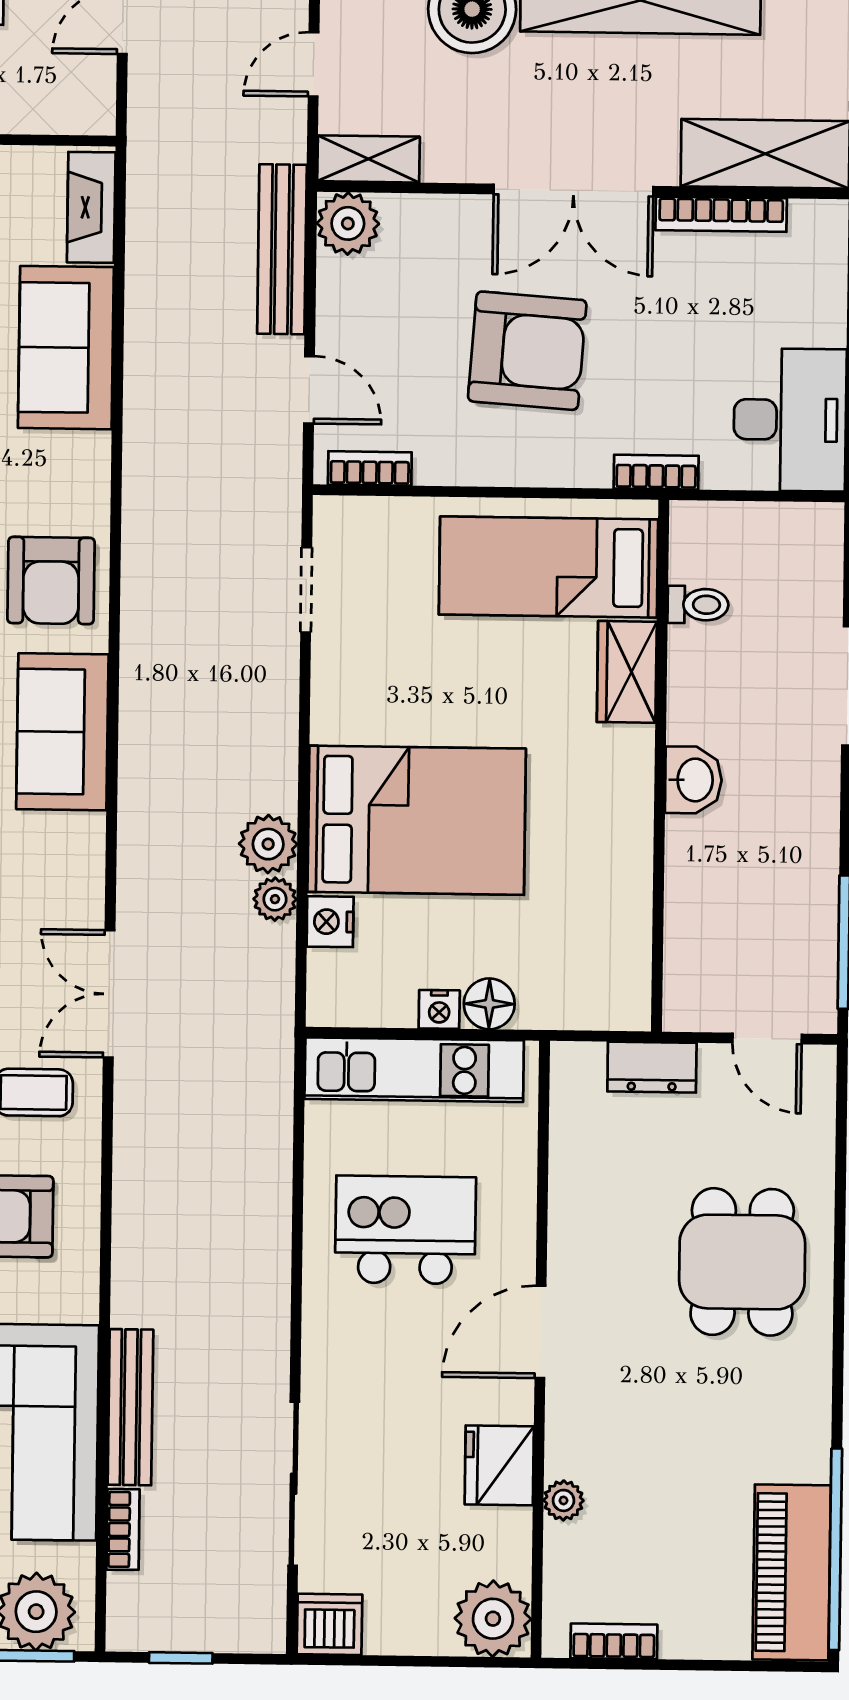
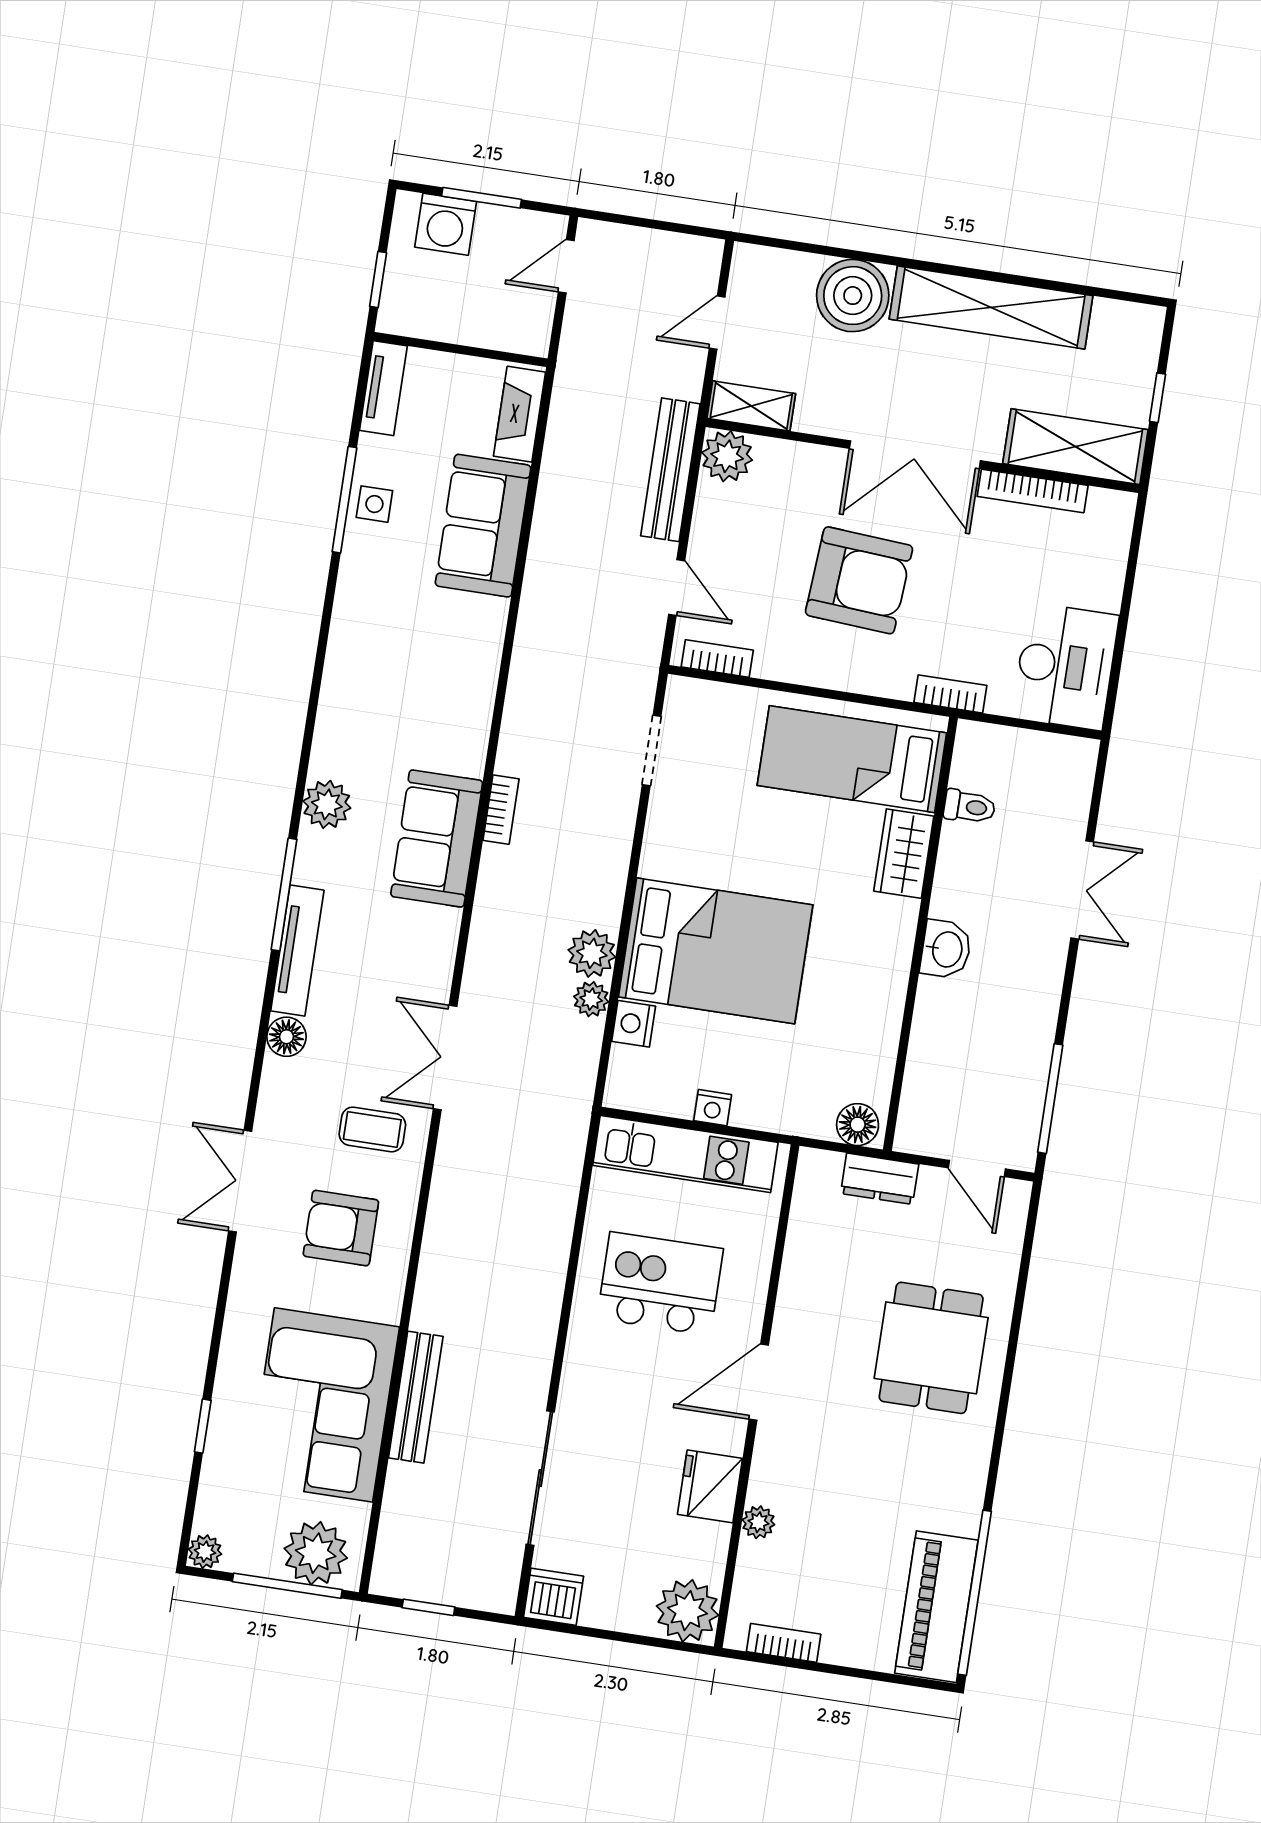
armchair: (51, 580) -> (445, 714), removed
floor lamp: (489, 1004) -> (858, 1125), moved
bookcase: (123, 1529) -> (501, 810), moved

